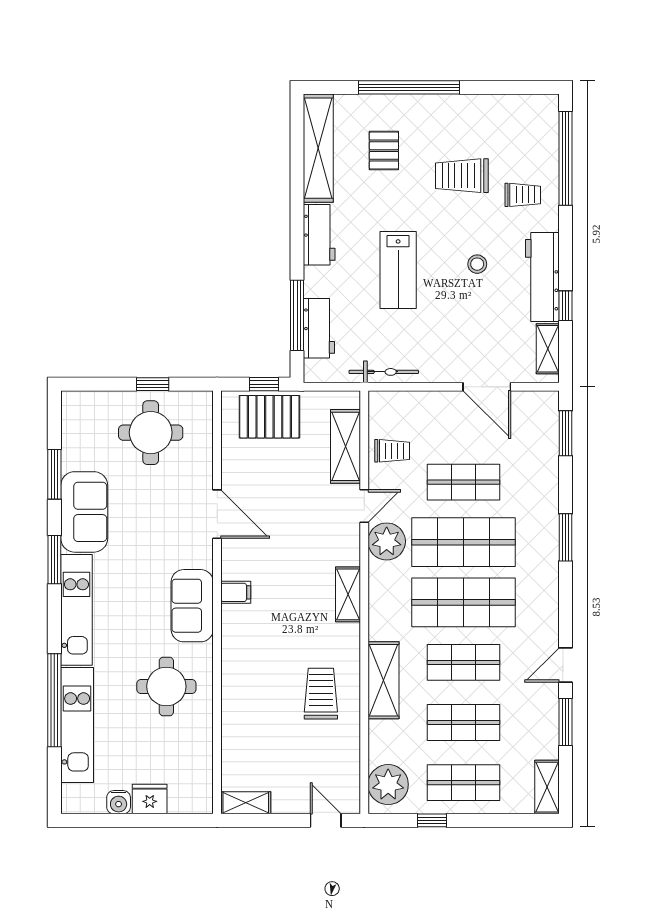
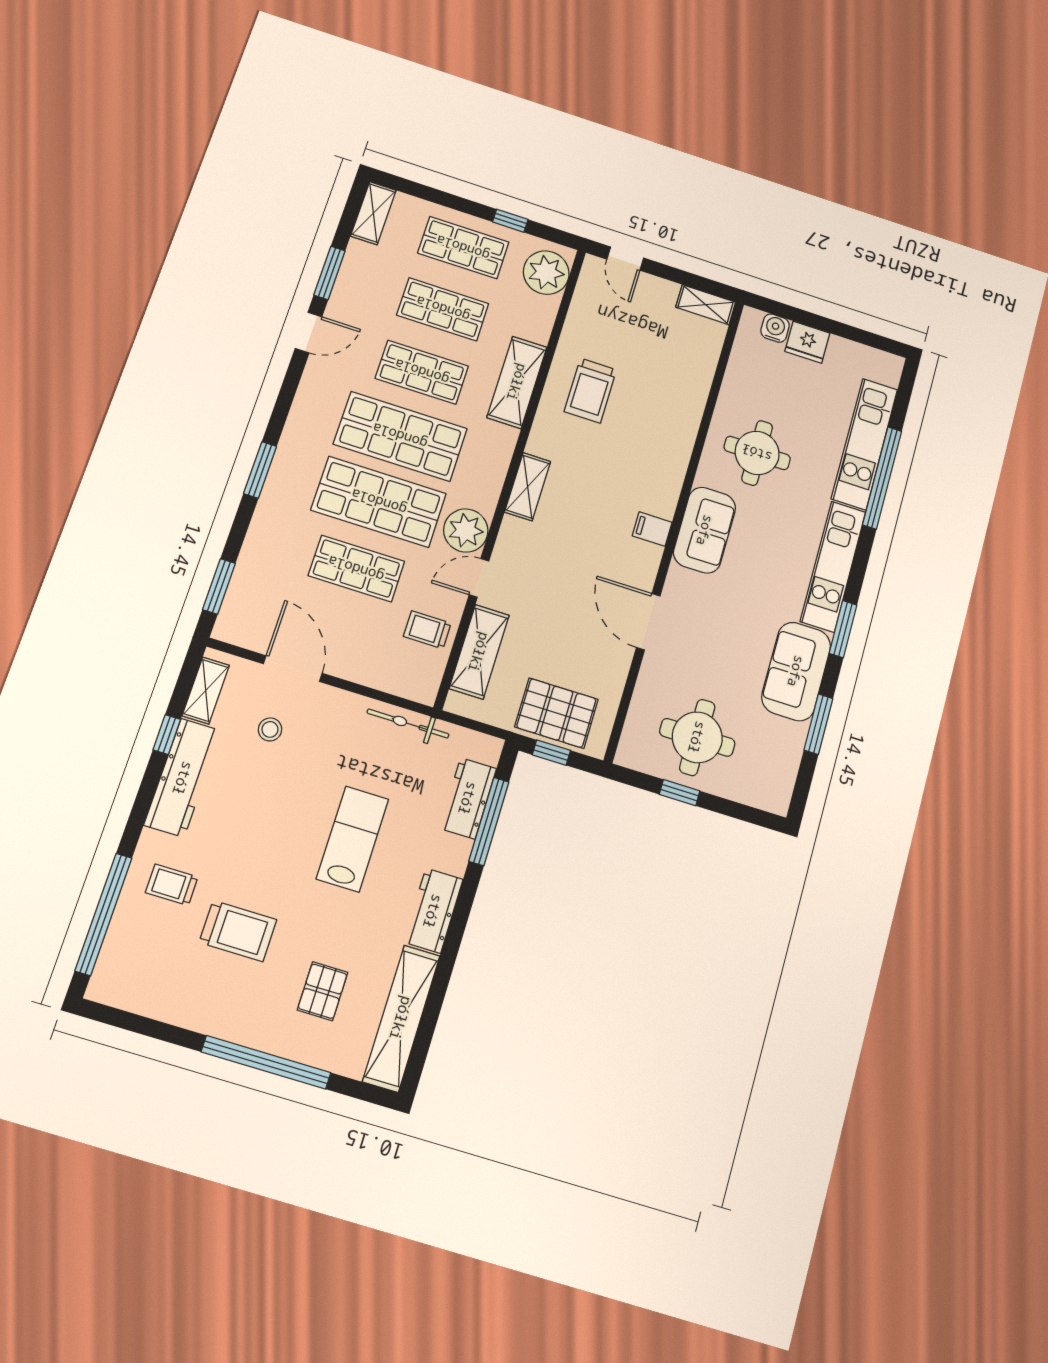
stool: (477, 264) -> (270, 729), moved
water cooler: (119, 802) -> (775, 328), moved

